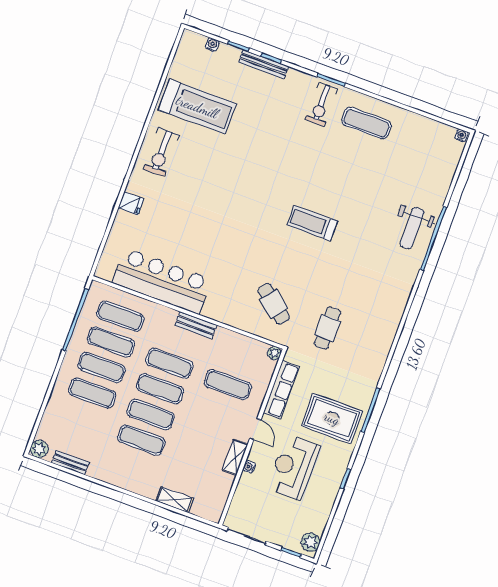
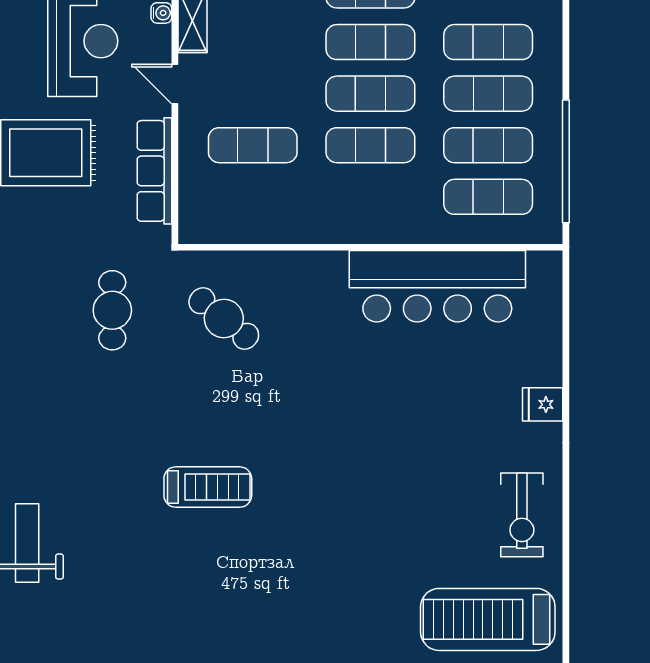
exercise bike: (161, 152) -> (522, 515), turned 180
bench: (196, 325) -> (348, 230), removed
plant: (274, 353) -> (191, 232), removed

